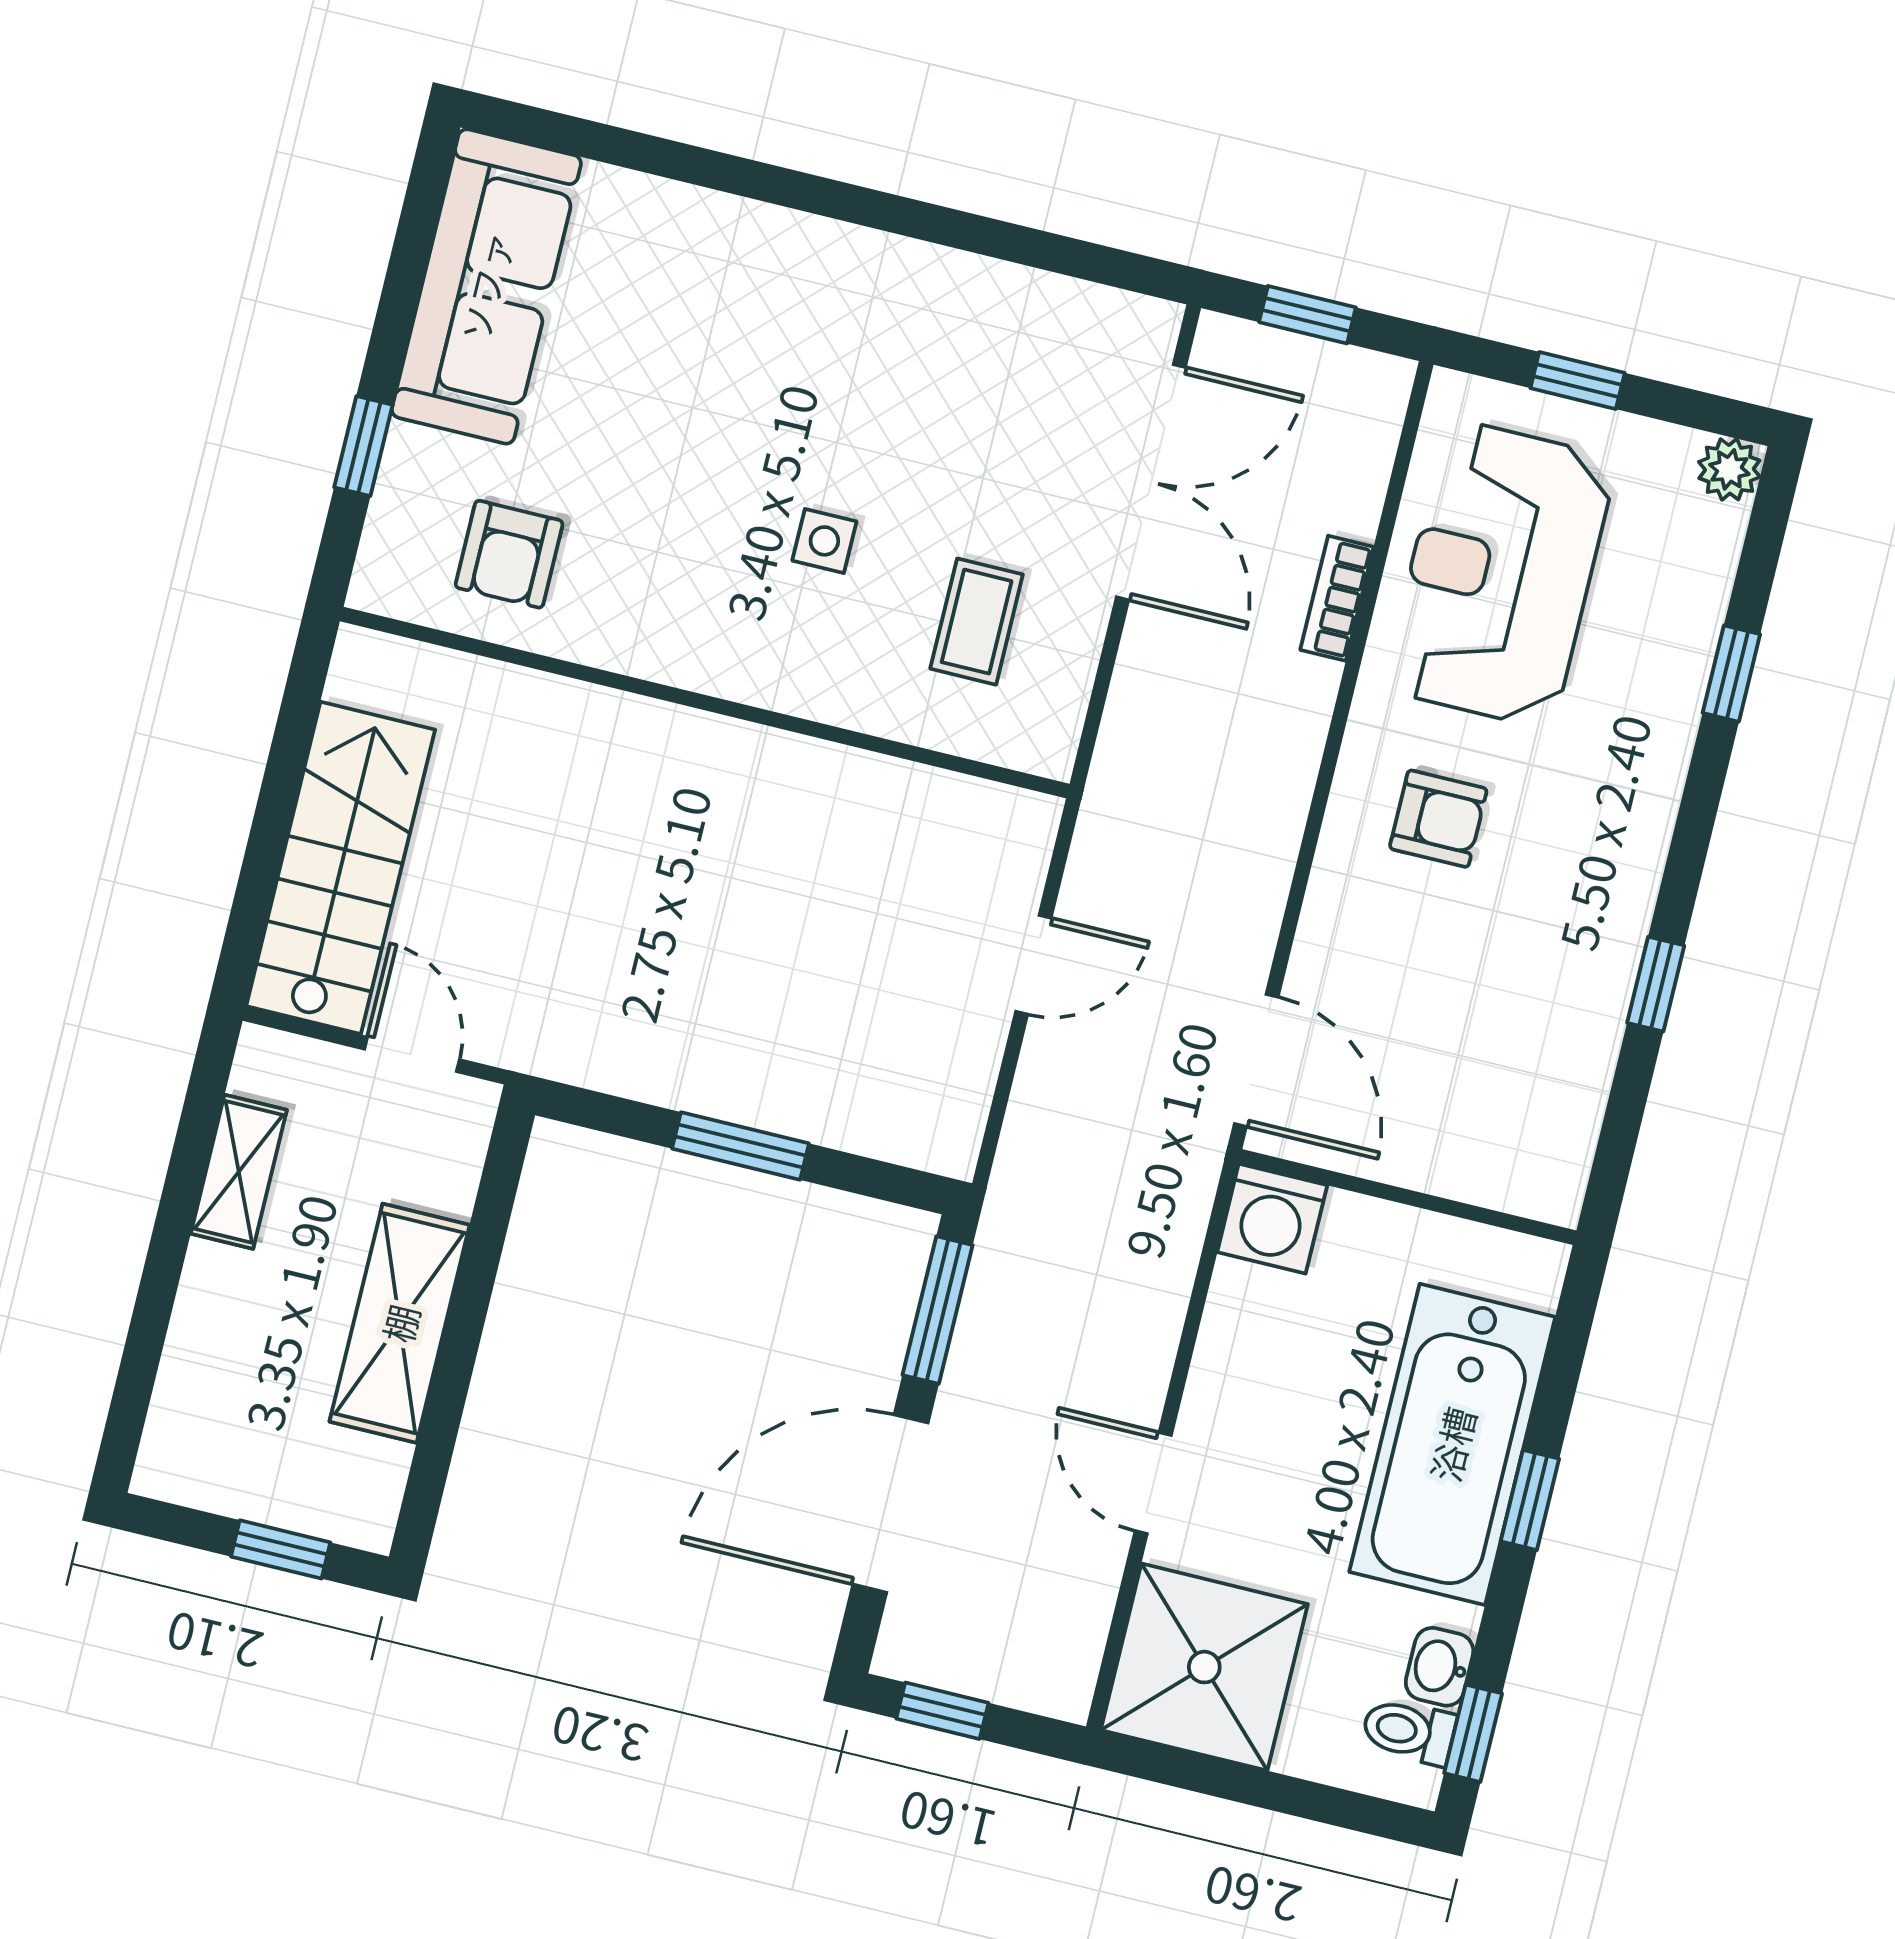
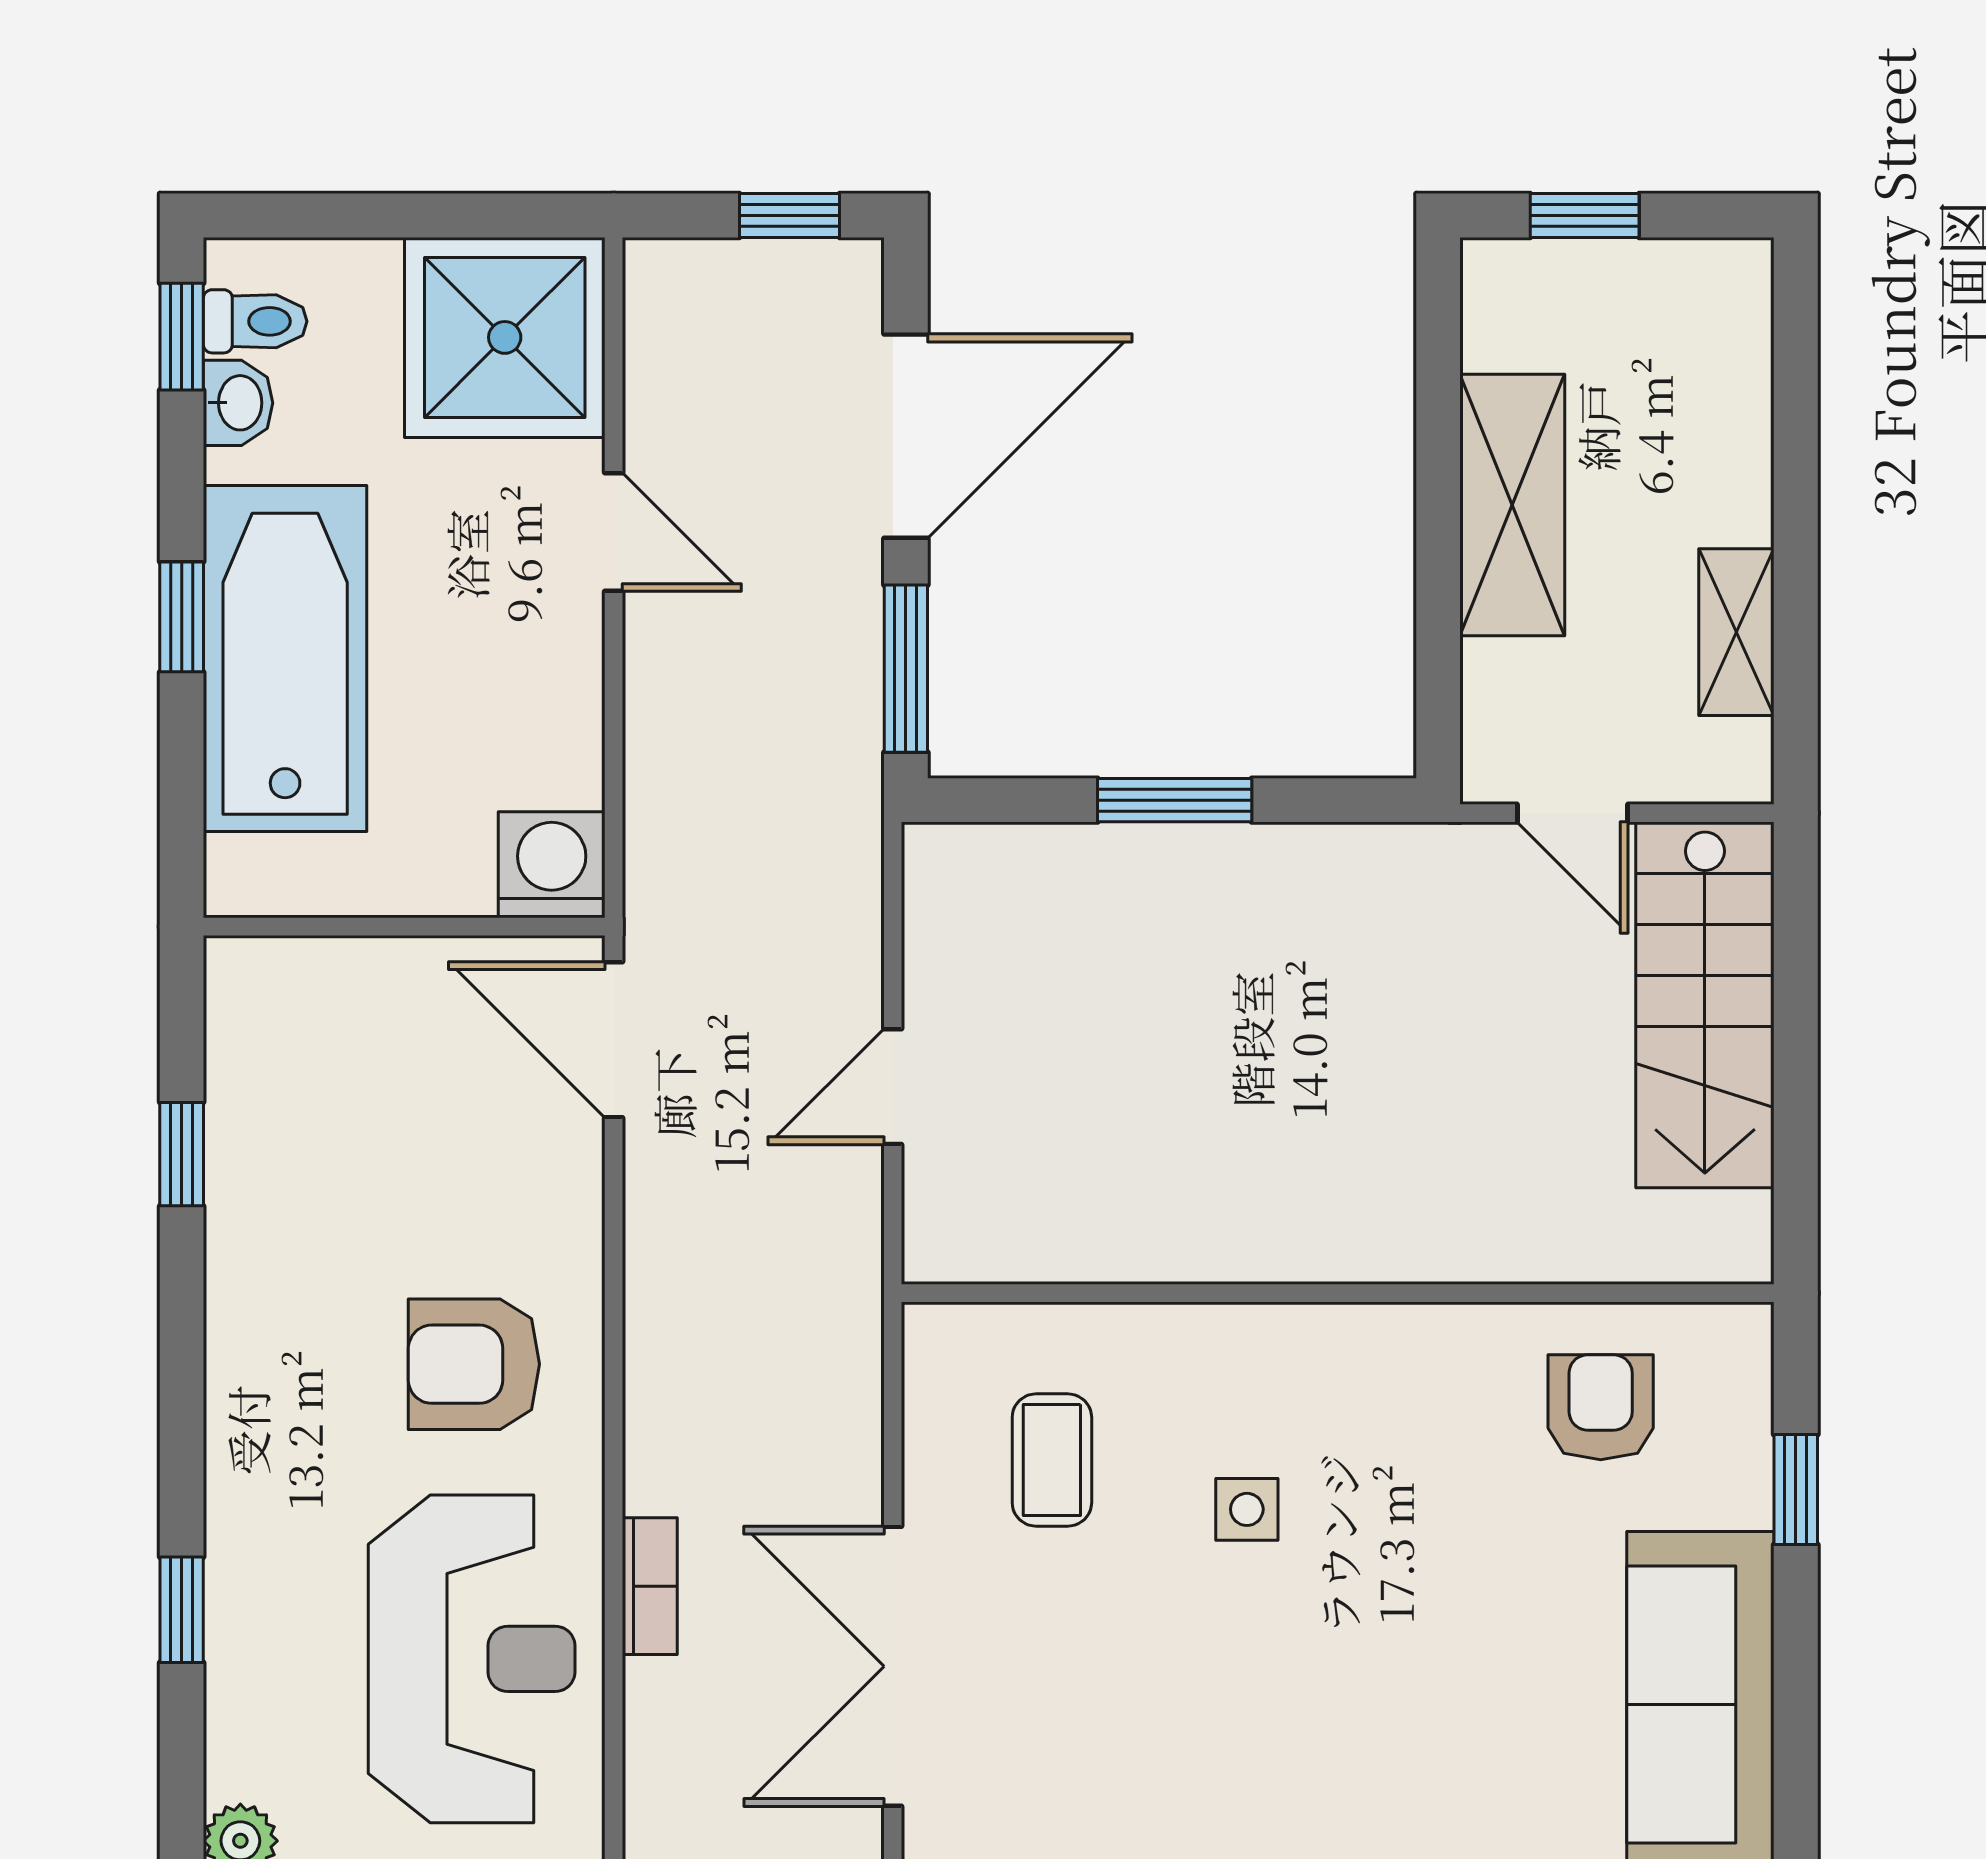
armchair: (1438, 819) -> (474, 1364), width x1.38, depth x1.38
window: (1656, 984) -> (182, 1154), moved

